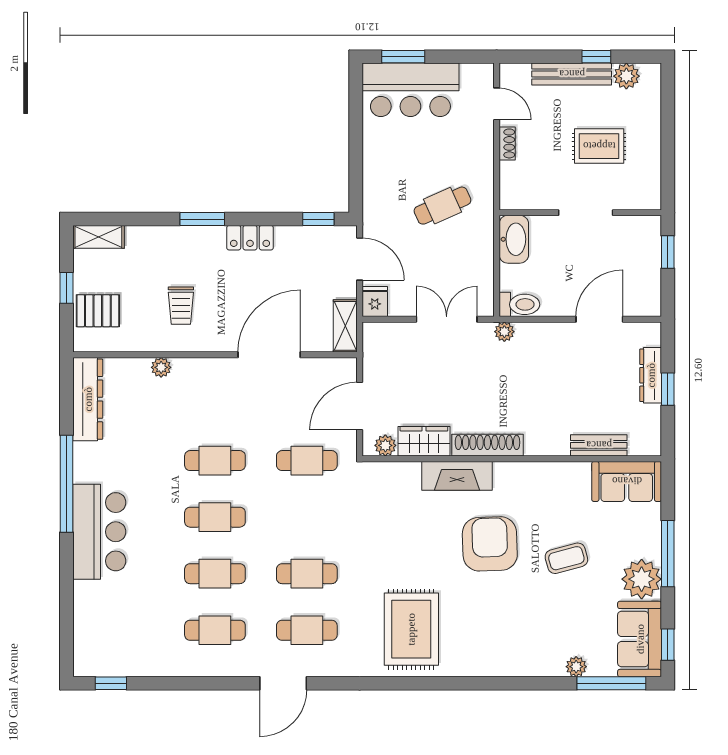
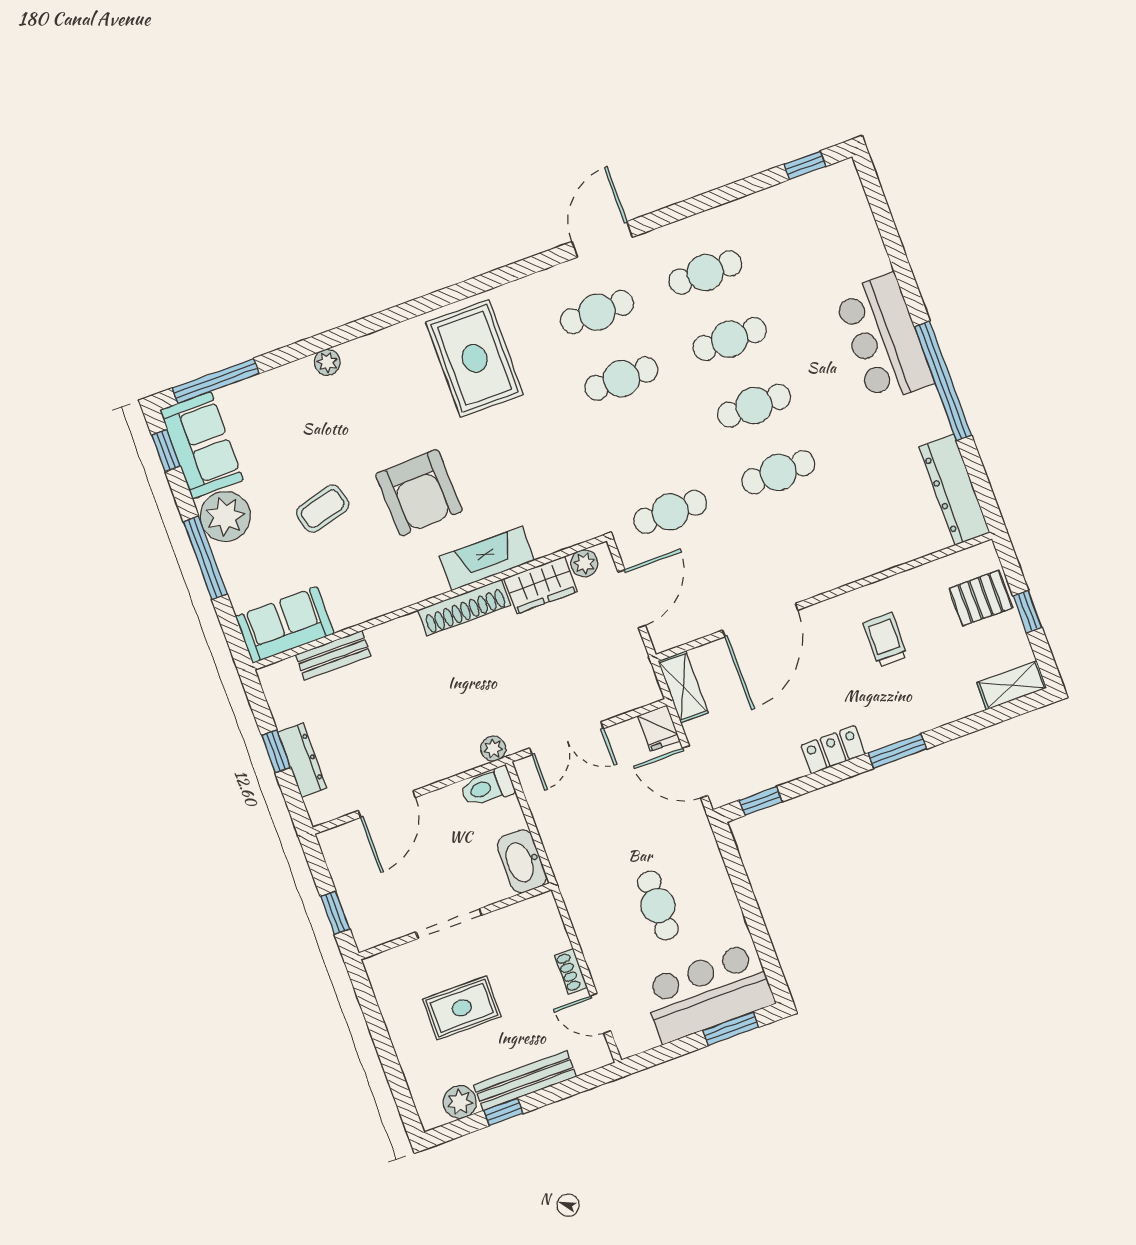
cafe table: (442, 206) -> (658, 905), moved, turned -66
plant: (161, 367) -> (882, 559), removed
plant: (576, 667) -> (327, 362), moved

